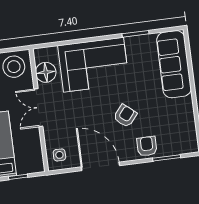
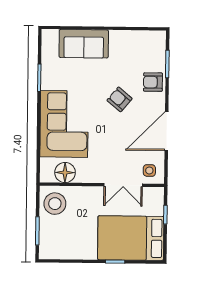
sofa: (174, 64) -> (84, 44), width x0.73
double door: (38, 108) -> (123, 185), moved

